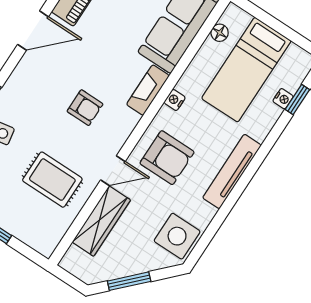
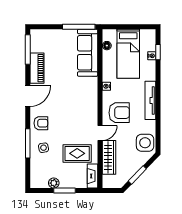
fireplace: (148, 90) -> (93, 176), moved
armchair: (85, 108) -> (41, 123), moved

